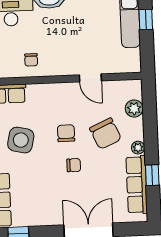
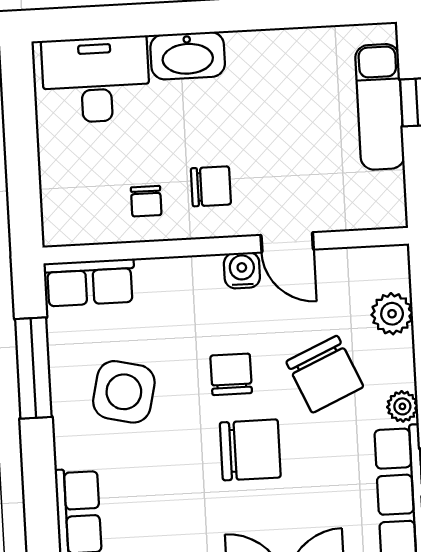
chair: (58, 54) -> (211, 186), added
water cooler: (71, 89) -> (242, 270), added
chair: (74, 165) -> (250, 450), width x1.87, depth x1.87

